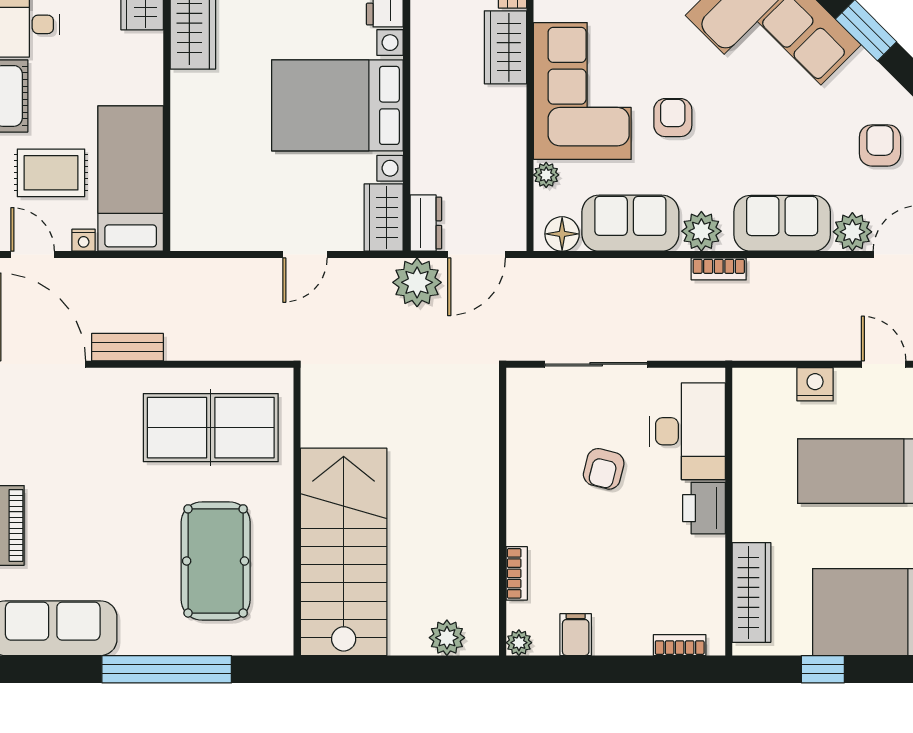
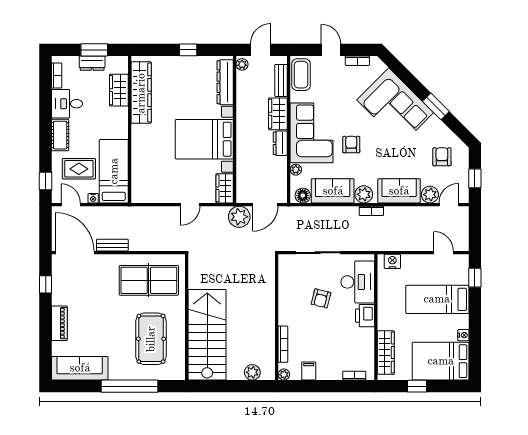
dresser: (426, 223) -> (280, 143), moved, turned 180
nightstand: (815, 384) -> (392, 261), moved
bookcase: (517, 573) -> (283, 344), width x1.56

